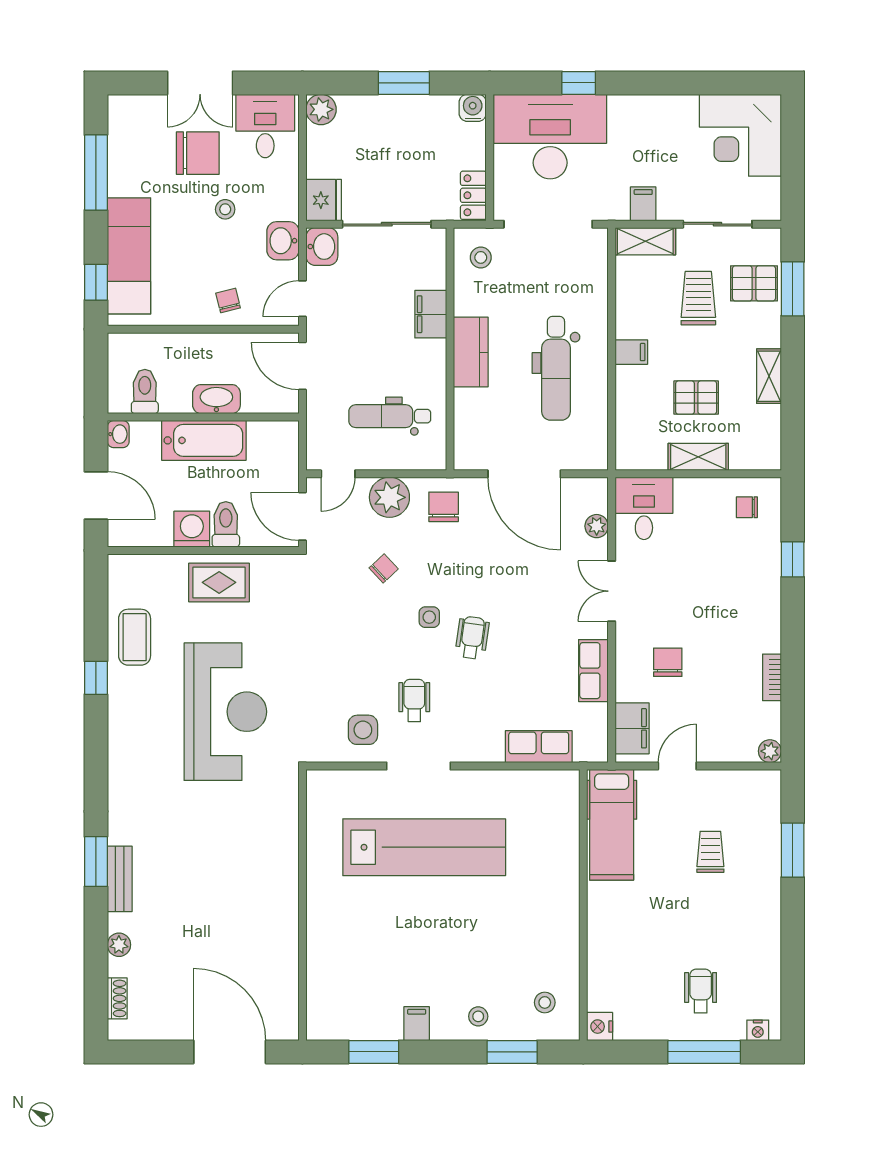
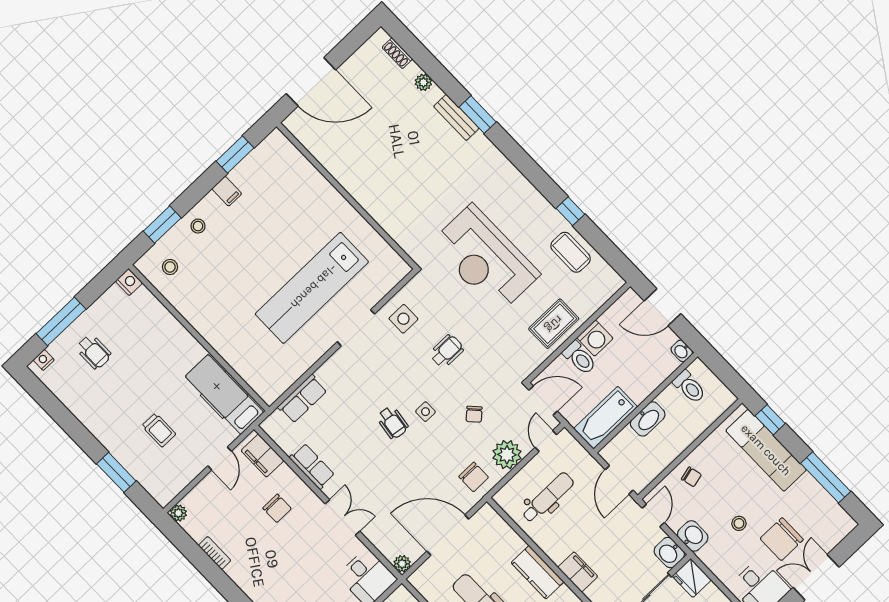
door: (302, 366) -> (619, 480), swing flipped
bathtub: (204, 440) -> (606, 418), moved
plant: (597, 526) -> (402, 564), moved
wheelchair: (414, 701) -> (447, 351), moved, turned -90

